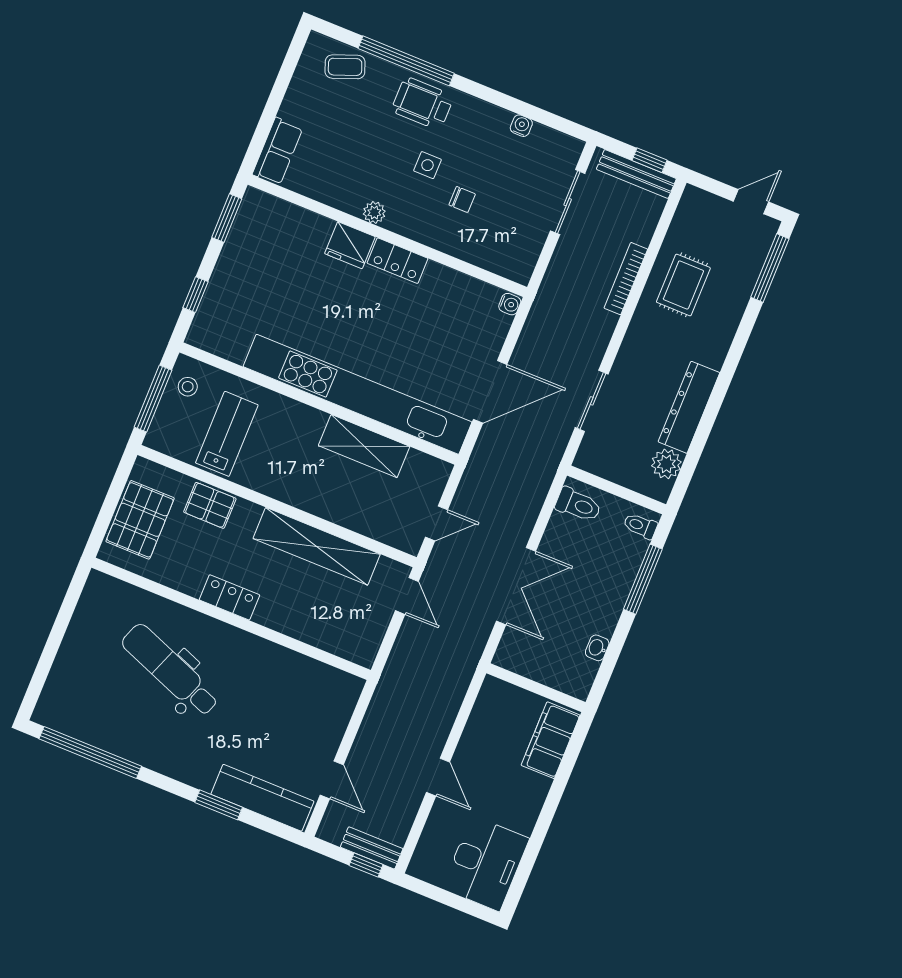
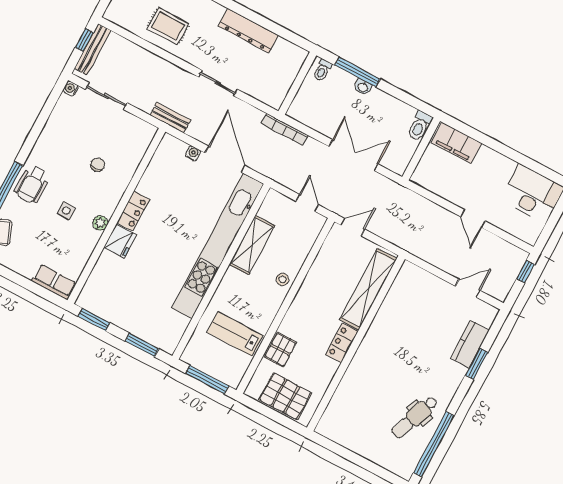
water cooler: (521, 126) -> (71, 88), moved
side table: (427, 165) -> (66, 211), moved
bookcase: (626, 279) -> (285, 129), moved
window: (196, 295) -> (142, 345), width x1.50
water cooler: (510, 304) -> (193, 153), moved
stool: (188, 387) -> (282, 279), moved
sliding door: (592, 401) -> (218, 83), moved
plant: (666, 464) -> (284, 49), removed
toilet: (578, 505) -> (420, 126), moved, turned 180
shelving: (317, 546) -> (368, 289), moved
washbasin: (597, 648) -> (363, 87), moved
dental chair: (170, 670) -> (415, 417), moved, width x0.73, depth x0.72
door: (438, 777) -> (473, 219), swing flipped
kitchen counter: (262, 798) -> (470, 344), width x0.67
bench: (372, 848) -> (170, 118), moved, turned 90

